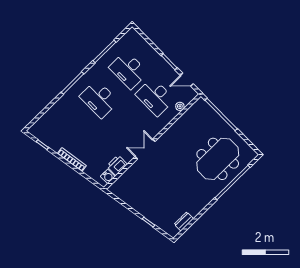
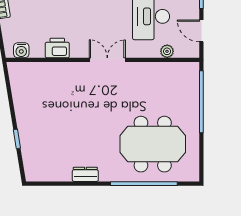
double door: (145, 149) -> (107, 60), moved
printer: (117, 165) -> (57, 48), moved
dresser: (184, 221) -> (85, 174), moved

